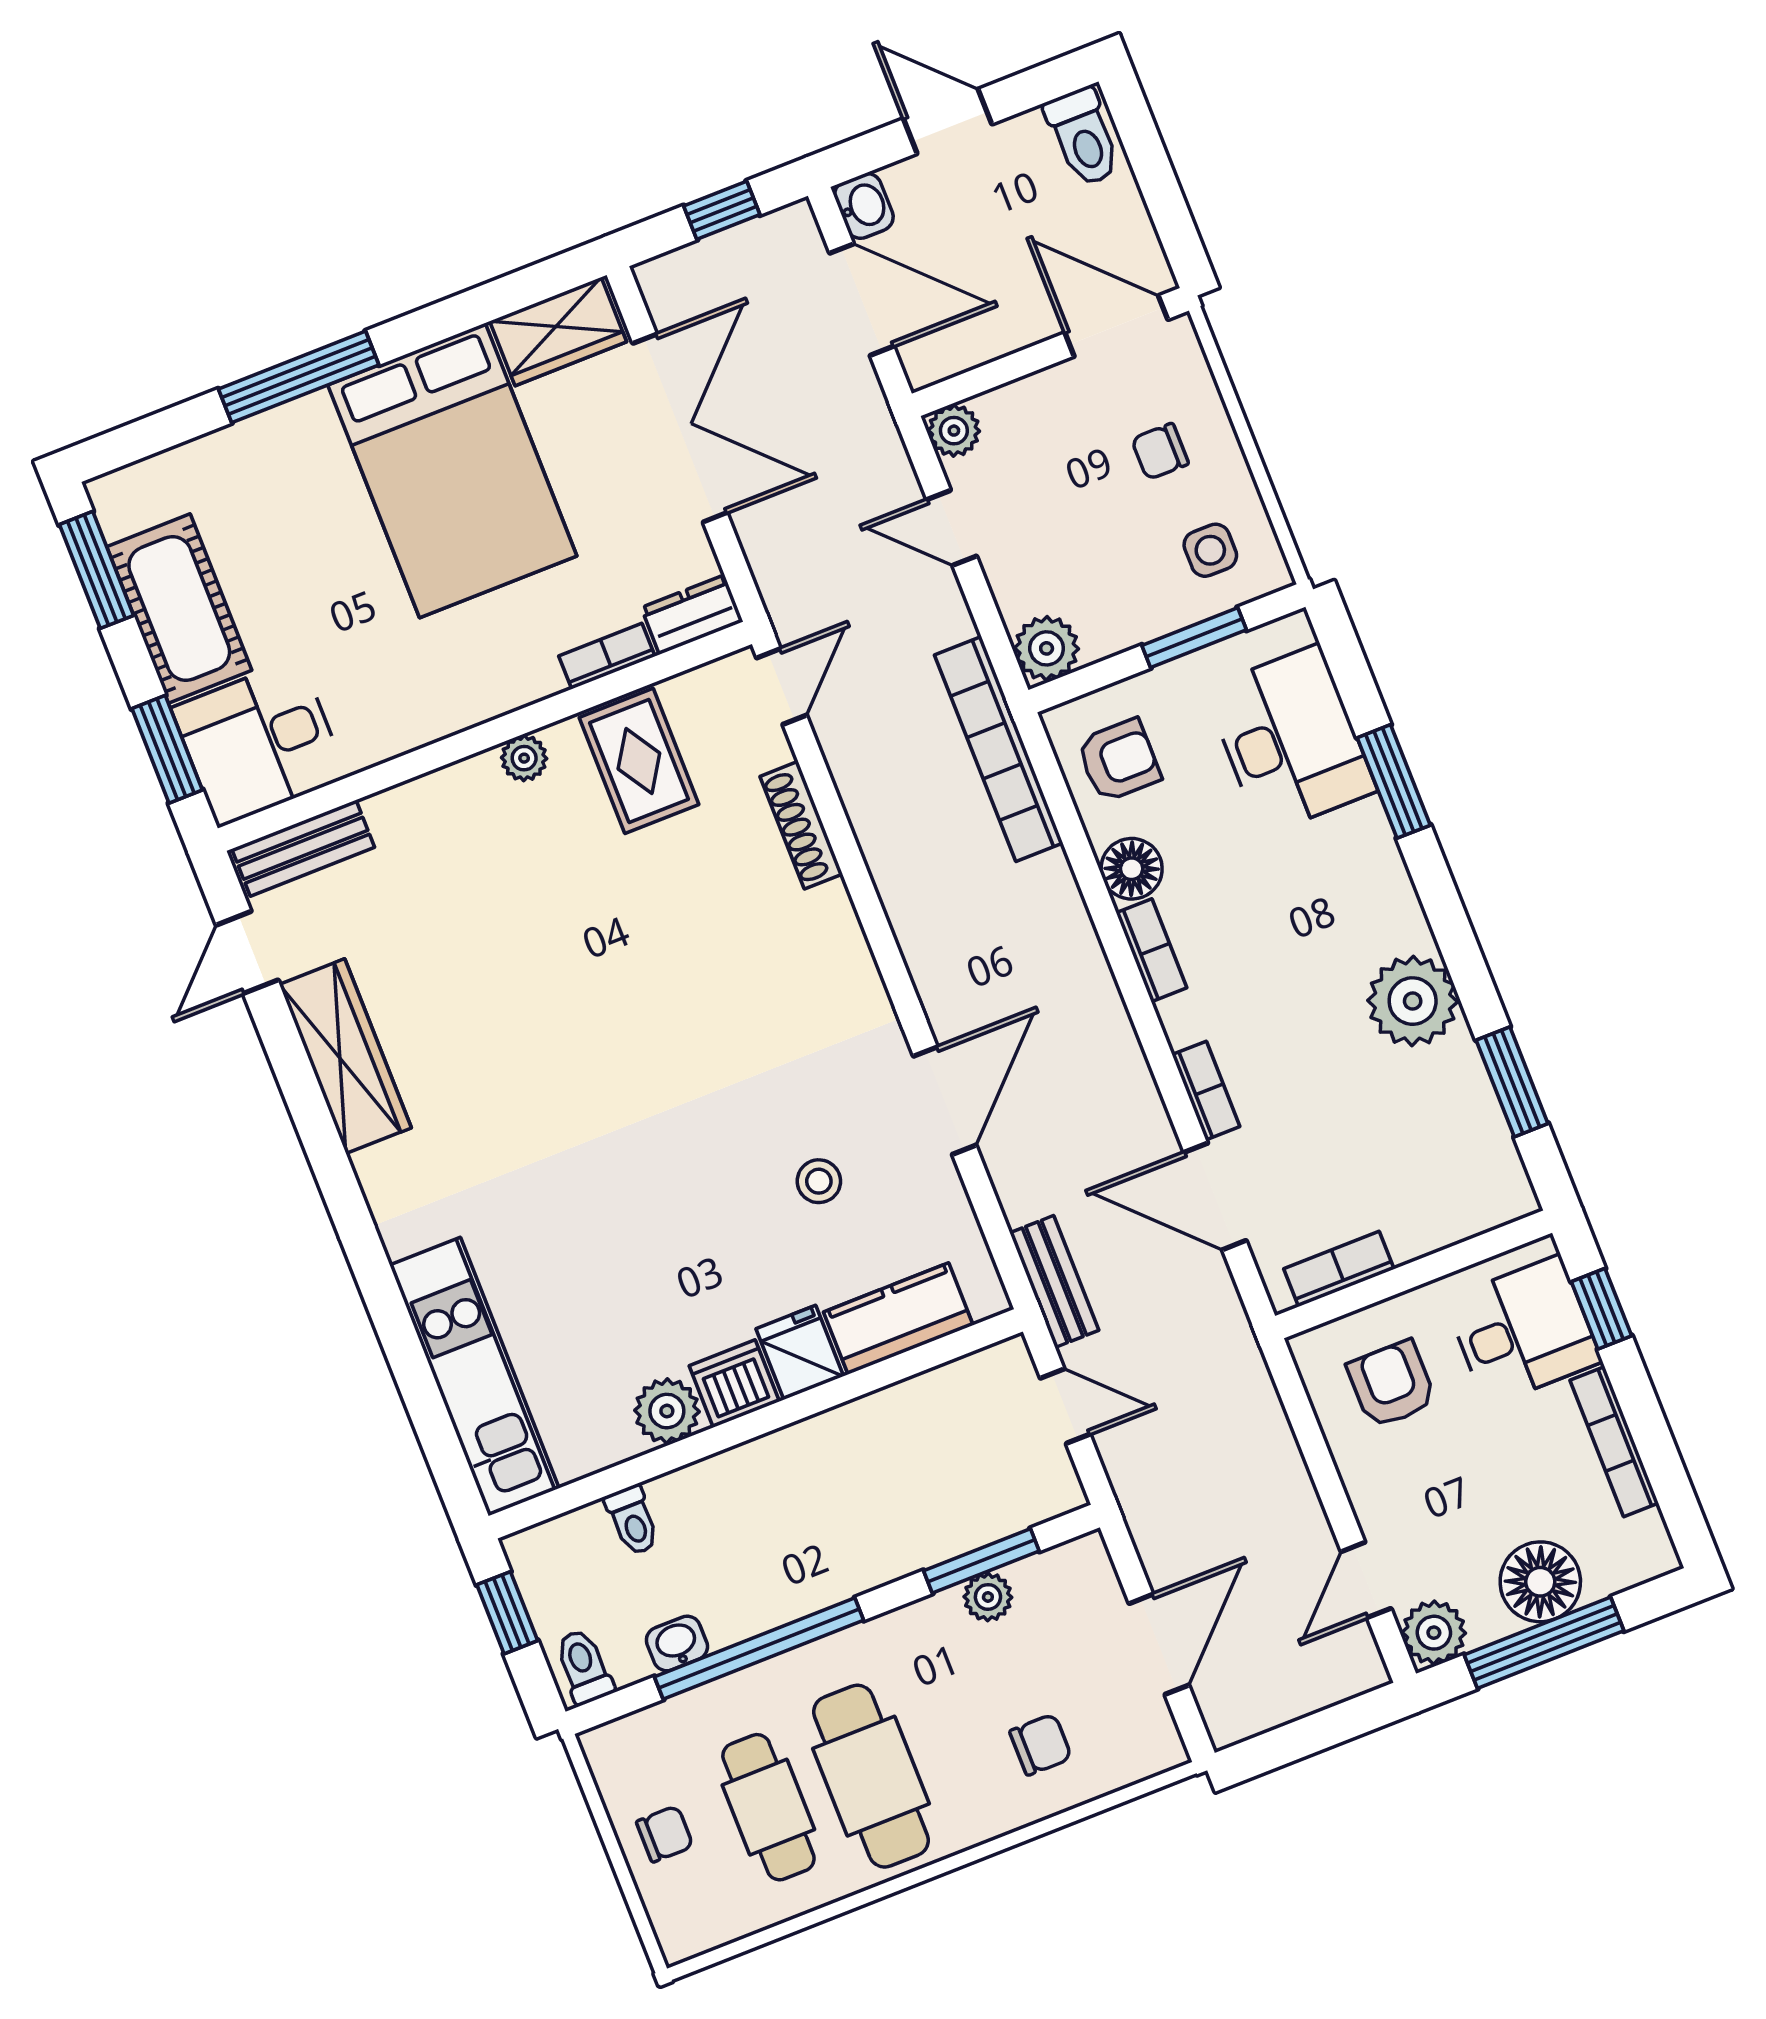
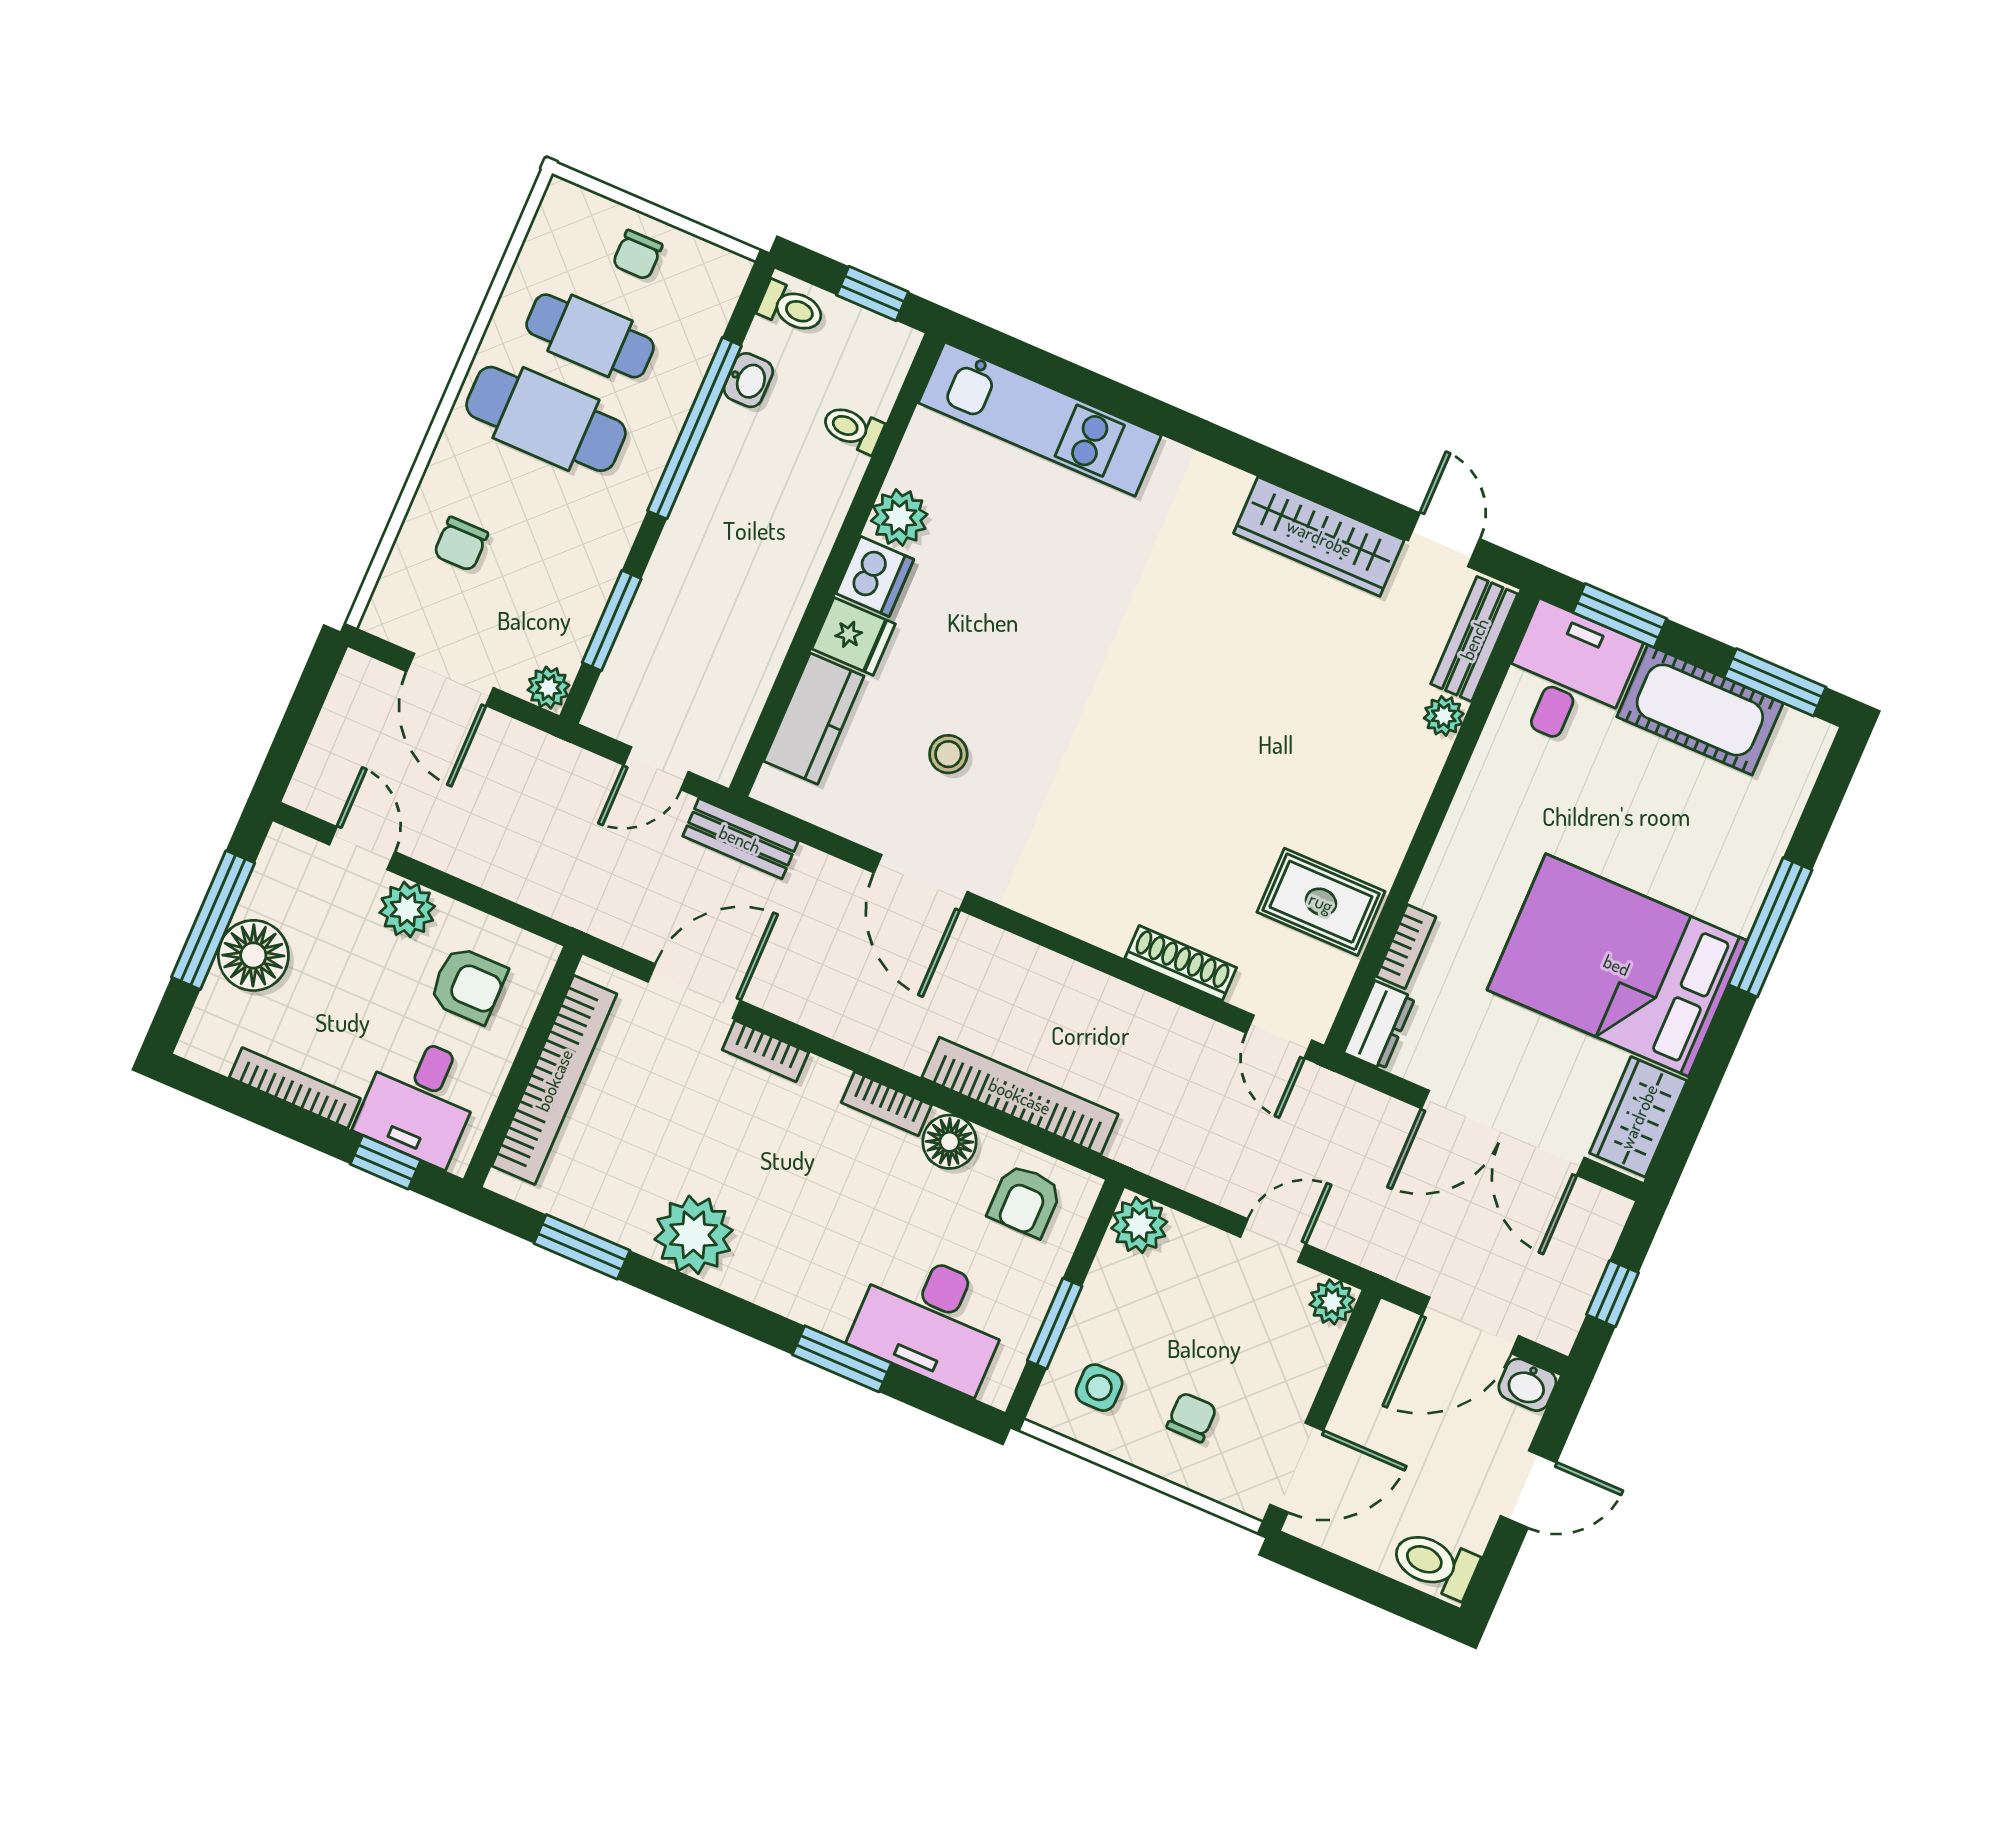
bookcase: (999, 749) -> (1020, 1096), moved
plant: (524, 758) -> (1444, 716), moved
bookcase: (1339, 1269) -> (554, 1080), width x2.31, depth x1.31
plant: (988, 1597) -> (548, 688), moved
plant: (1434, 1633) -> (407, 909), moved

